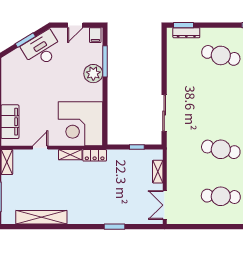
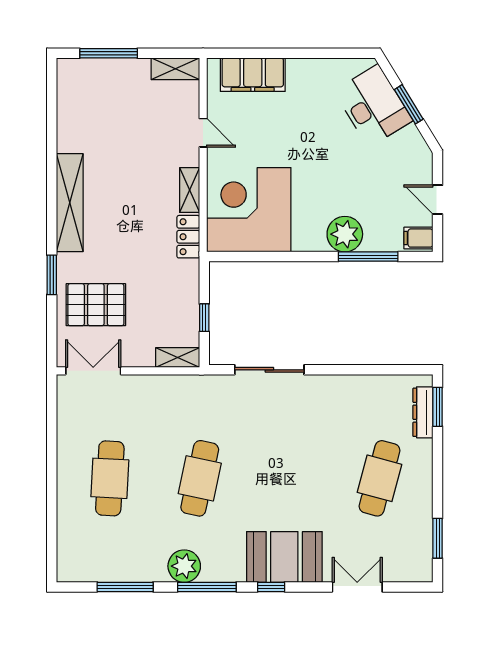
desk: (42, 49) -> (373, 106), moved
shelving: (158, 172) -> (178, 358), moved
pallet: (130, 204) -> (96, 305), added
shelving: (41, 217) -> (70, 203), moved

